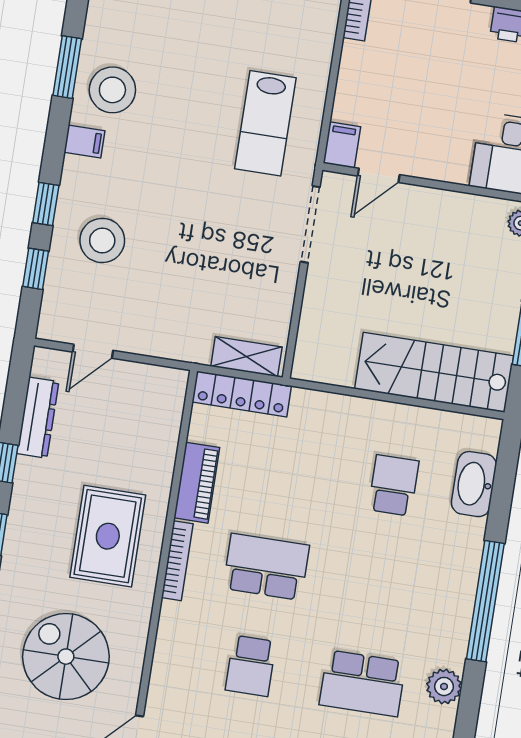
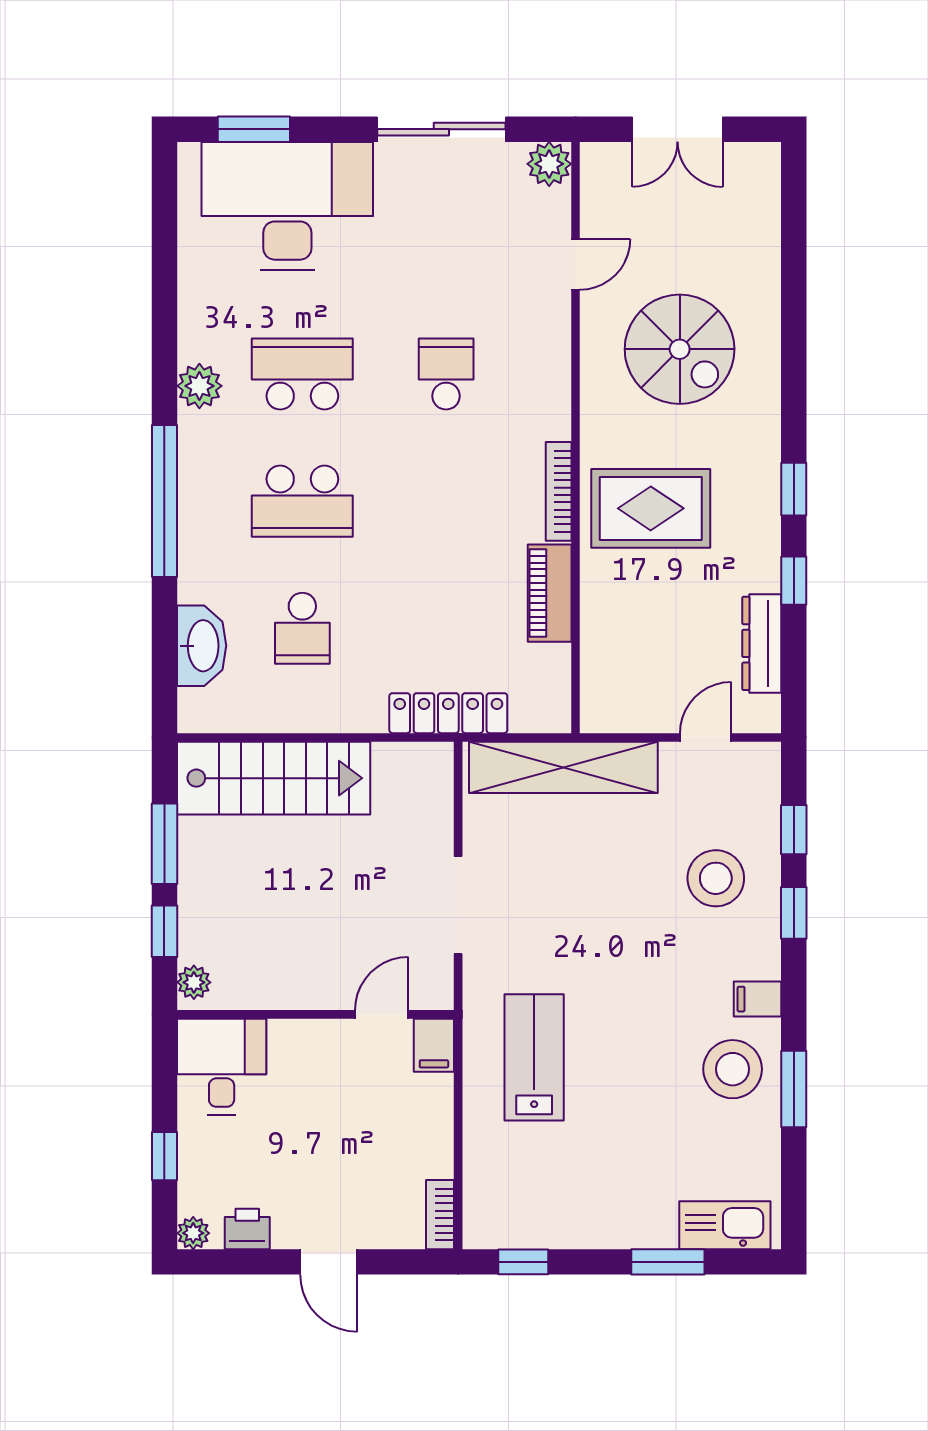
doorway: (310, 224) -> (458, 905), moved
shelving: (246, 357) -> (563, 767), width x2.20, depth x1.33
locker: (242, 394) -> (448, 713), moved
rug: (108, 536) -> (651, 508), turned 90
school desk: (266, 567) -> (302, 501), moved

